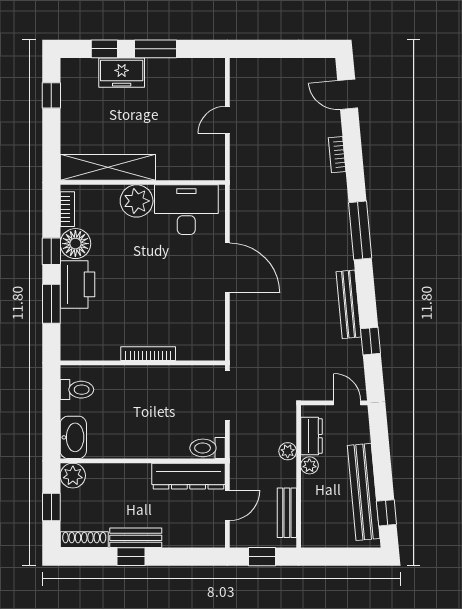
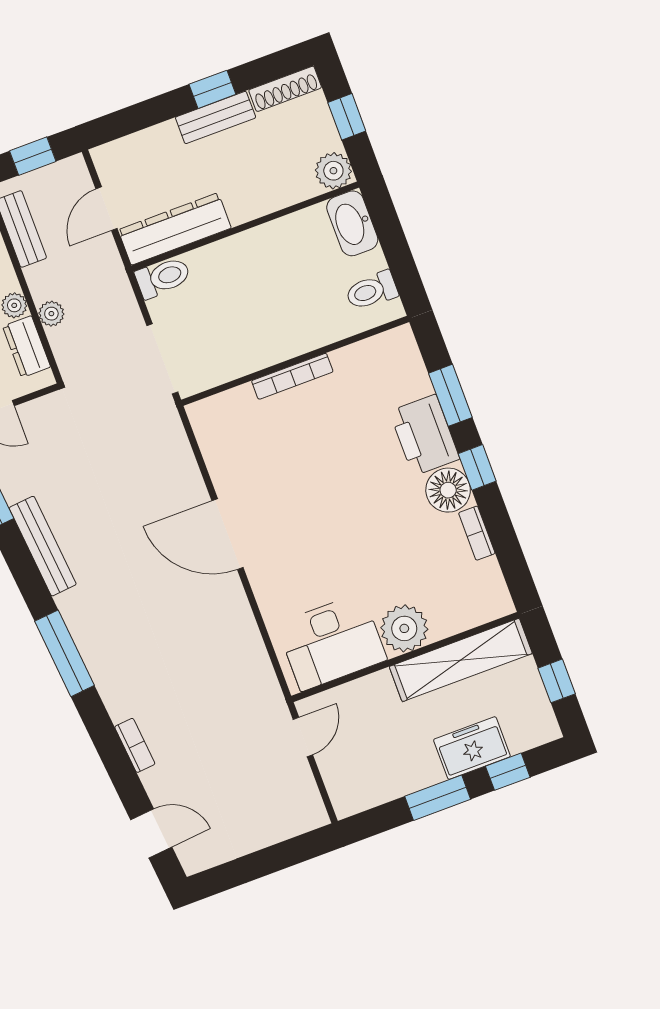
shelving: (108, 167) -> (461, 660), moved
wall: (143, 182) -> (405, 657), moved
plant: (137, 201) -> (404, 628), moved
desk: (186, 210) -> (332, 642), moved

